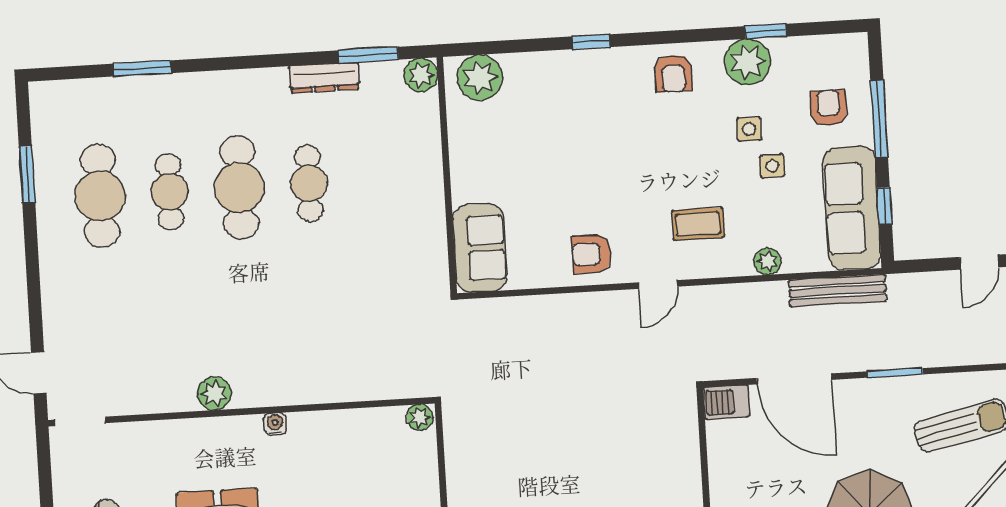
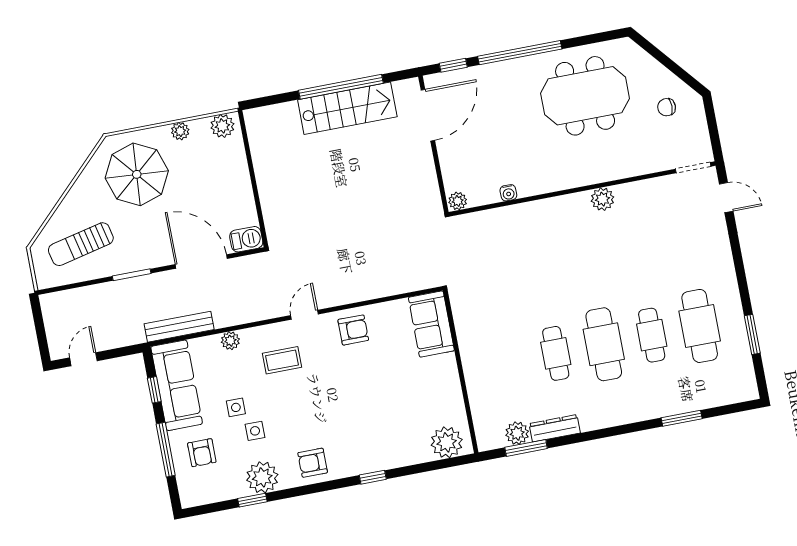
armchair: (673, 73) -> (313, 463), turned -90
plant: (421, 75) -> (517, 433), moved
water cooler: (275, 424) -> (508, 193), moved

